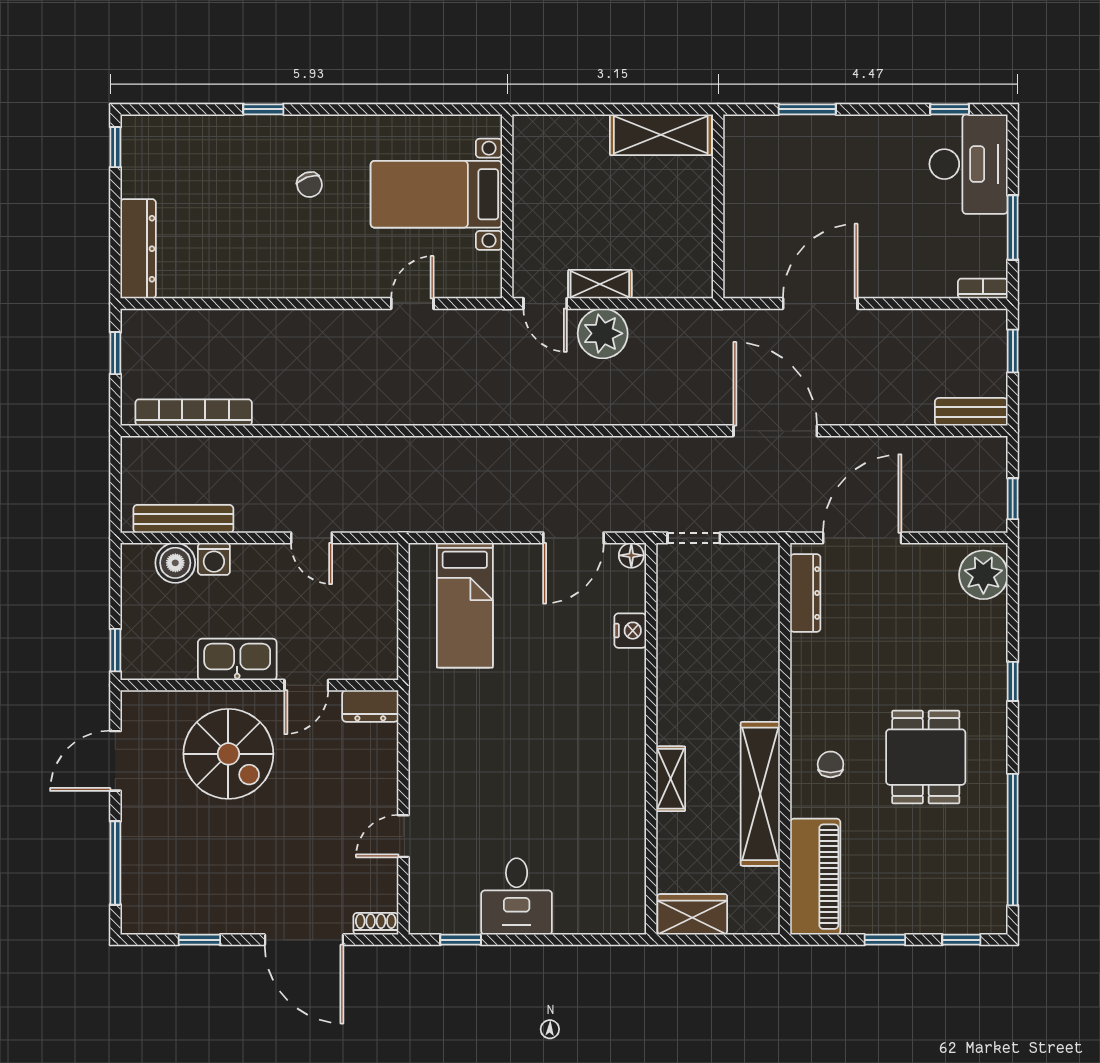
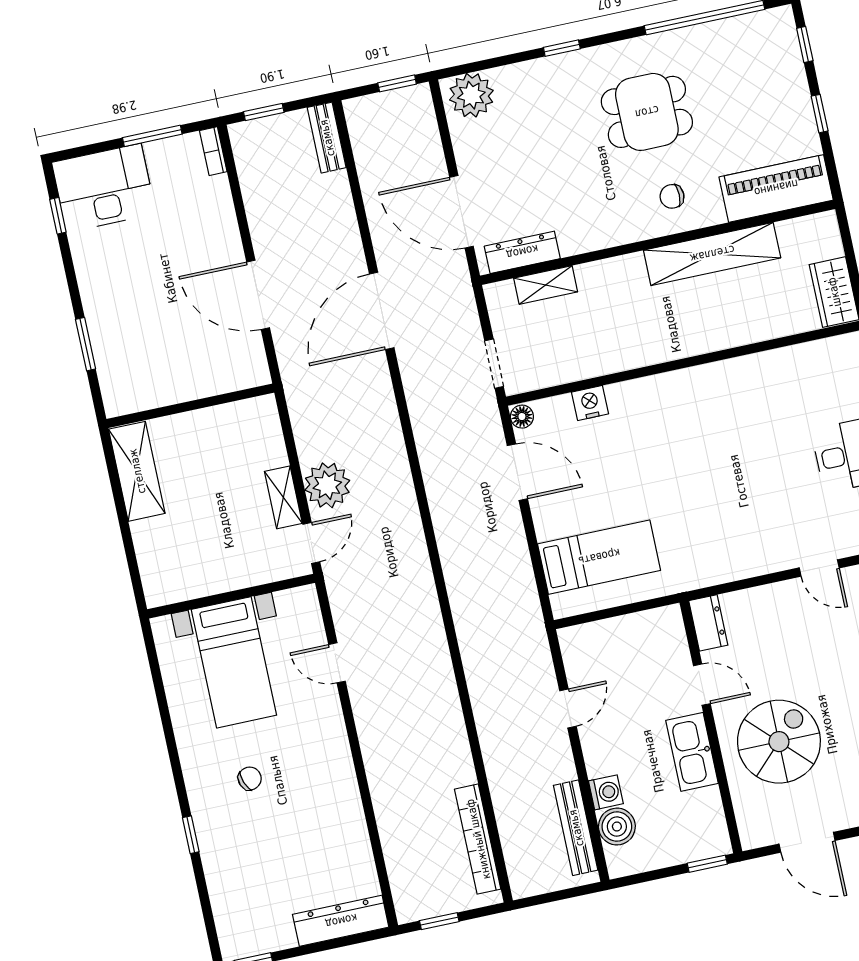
shelving: (671, 779) -> (546, 285), moved

